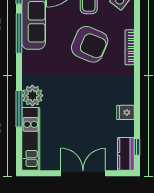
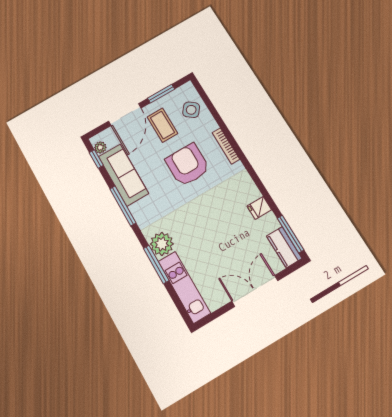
window: (19, 33) -> (123, 206), moved
armchair: (90, 44) -> (187, 165), turned -113
window: (137, 147) -> (291, 234), width x2.17

